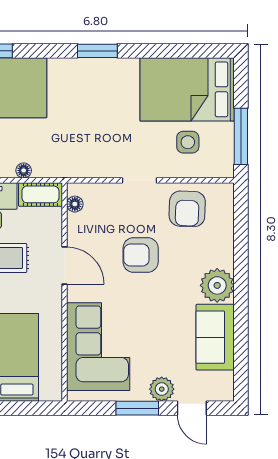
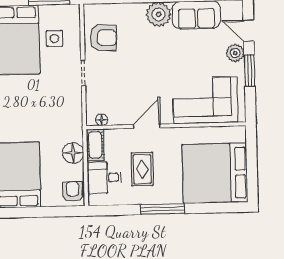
floor lamp: (24, 170) -> (73, 153), width x1.89, depth x1.89
armchair: (141, 255) -> (138, 71), removed
door: (192, 408) -> (249, 31), swing flipped

